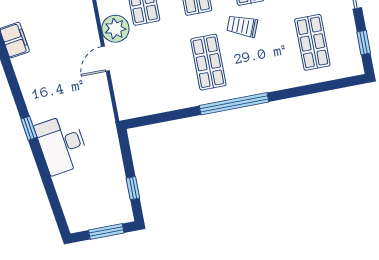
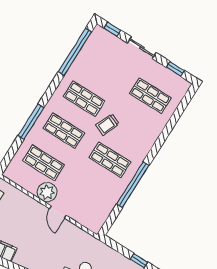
window: (234, 104) -> (133, 185), moved

